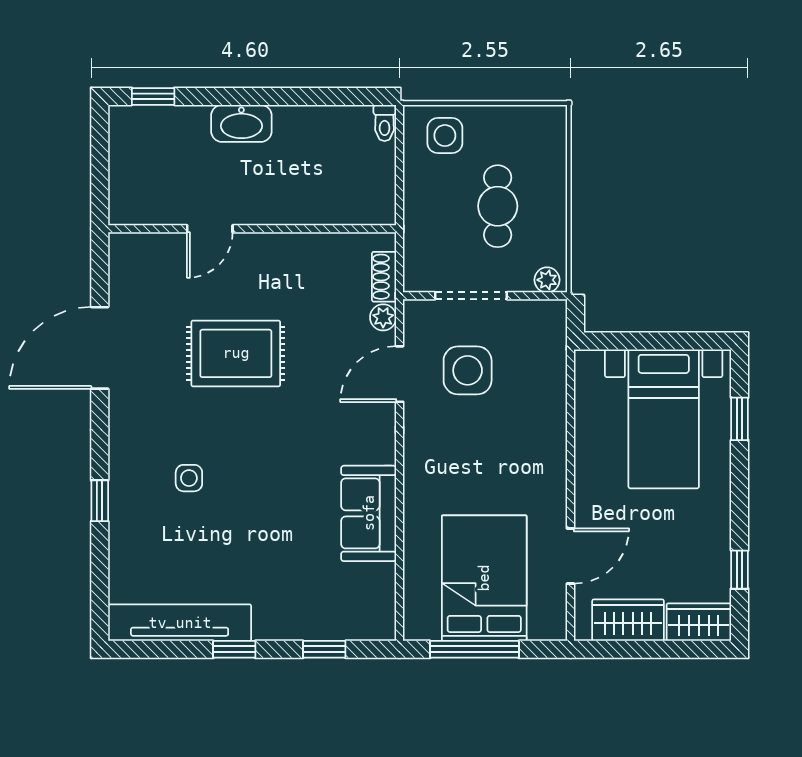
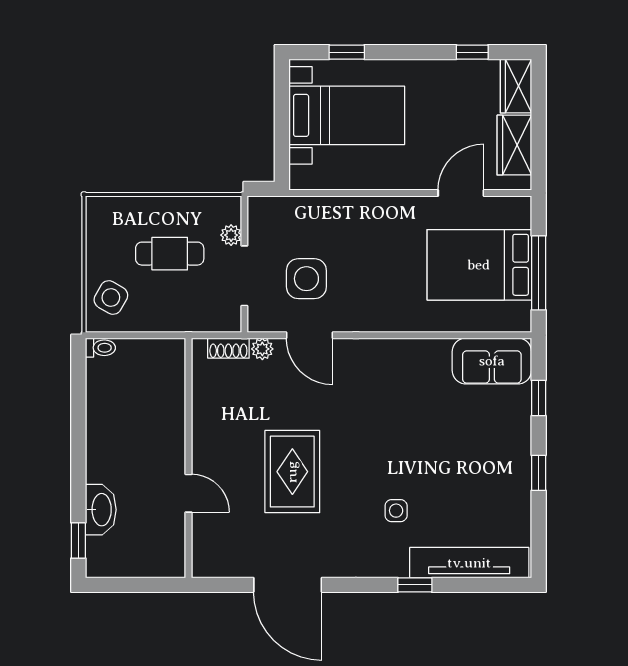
washbasin: (241, 123) -> (101, 510), moved
side table: (445, 136) -> (111, 298), turned 30
plant: (547, 280) -> (231, 235), moved
sofa: (369, 513) -> (492, 361), moved
door: (570, 556) -> (461, 193), hinge flipped
tv unit: (180, 623) -> (469, 563), moved, turned 90

